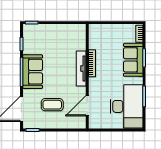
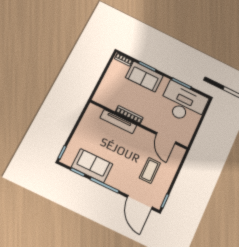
tv unit: (81, 69) -> (118, 122), moved
sofa: (33, 72) -> (92, 166), moved

